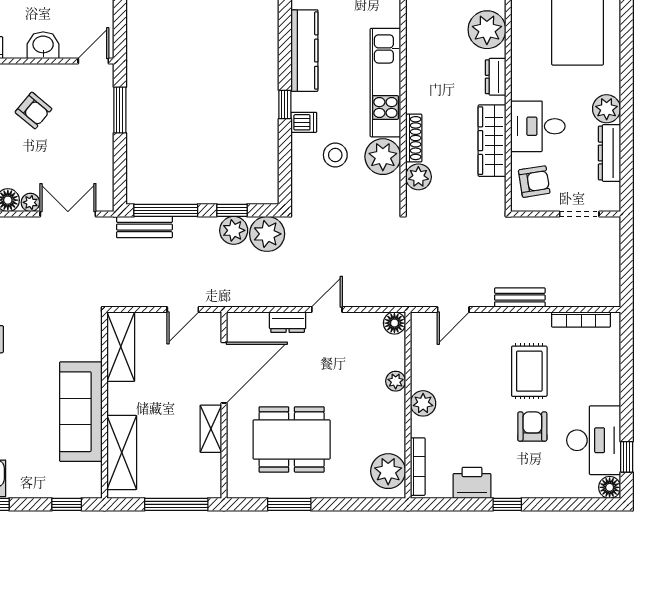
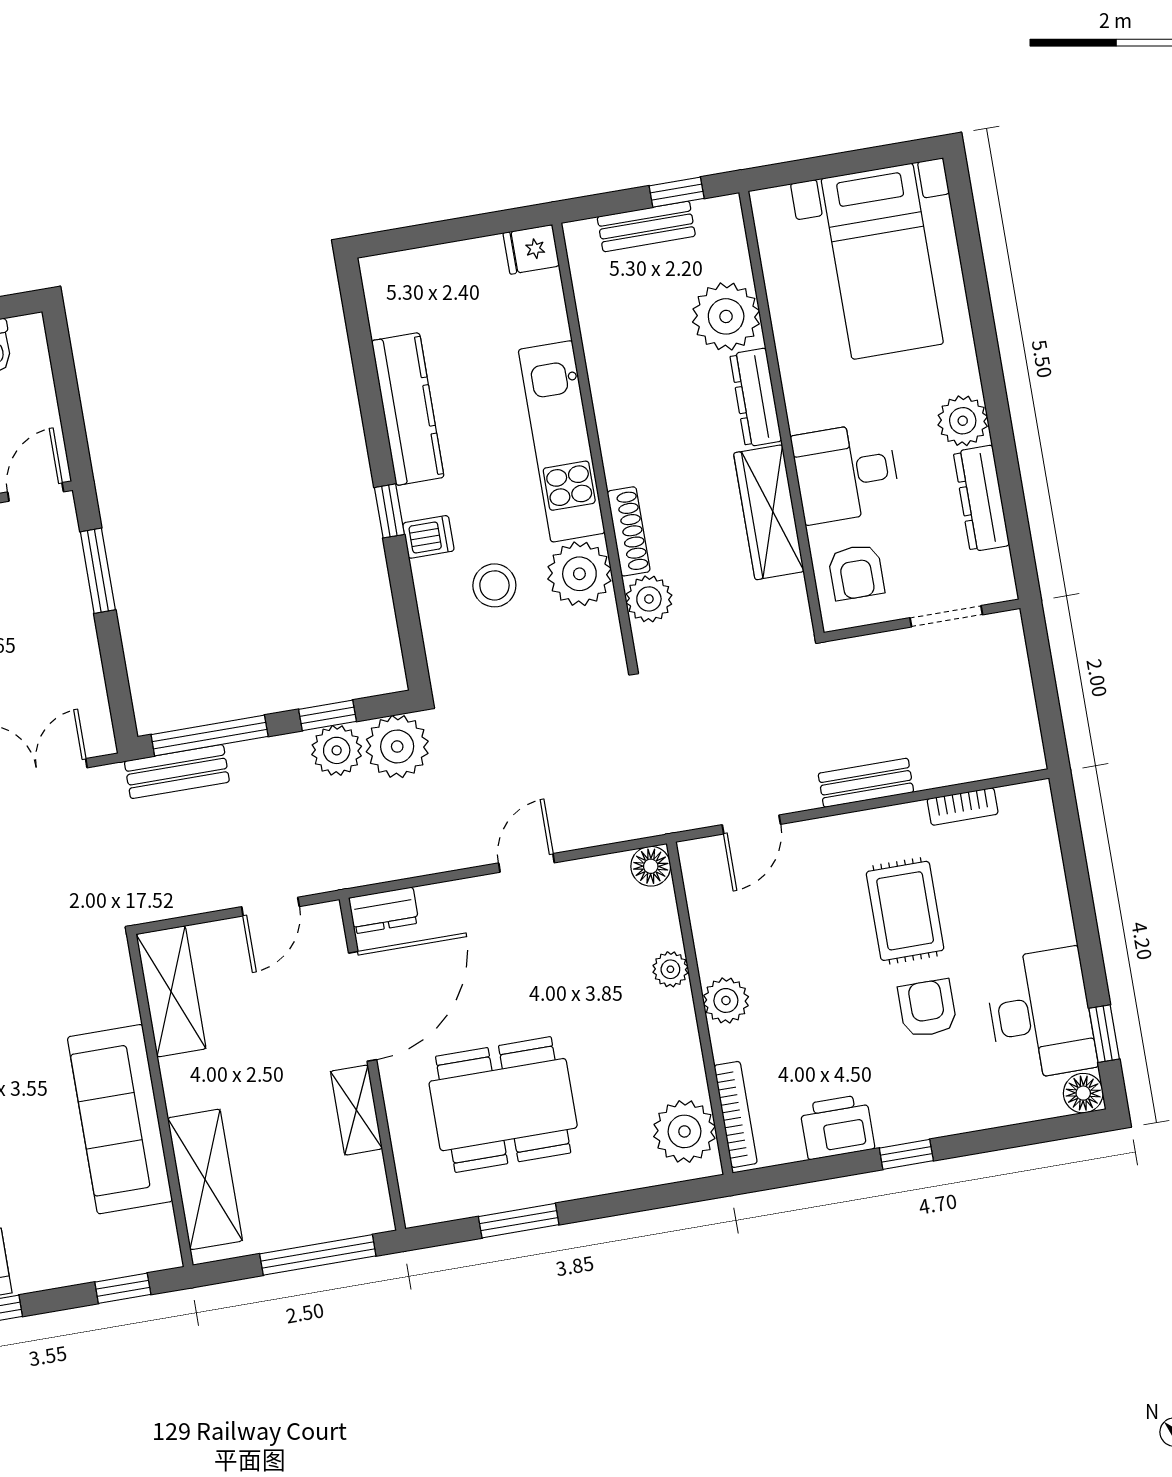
dresser: (496, 77) -> (756, 398), width x1.44
armchair: (534, 182) -> (856, 572), turned 99
bookcase: (581, 320) -> (963, 806), width x0.64
dresser: (288, 322) -> (384, 910), moved

